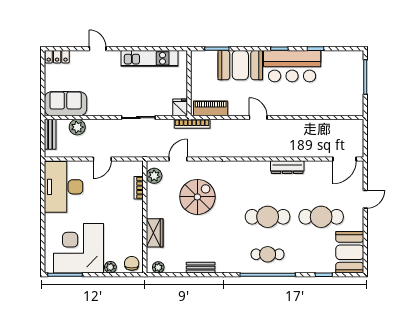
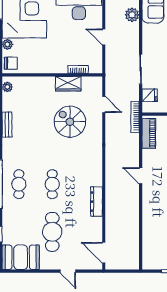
fridge: (180, 107) -> (150, 95), moved
door: (258, 118) -> (141, 176), swing flipped
plant: (154, 176) -> (89, 83), removed
spiral stairs: (197, 197) -> (70, 122), turned 180
cafe table: (268, 217) -> (52, 184), width x0.73, depth x0.74
wardrobe: (155, 233) -> (68, 84), moved

